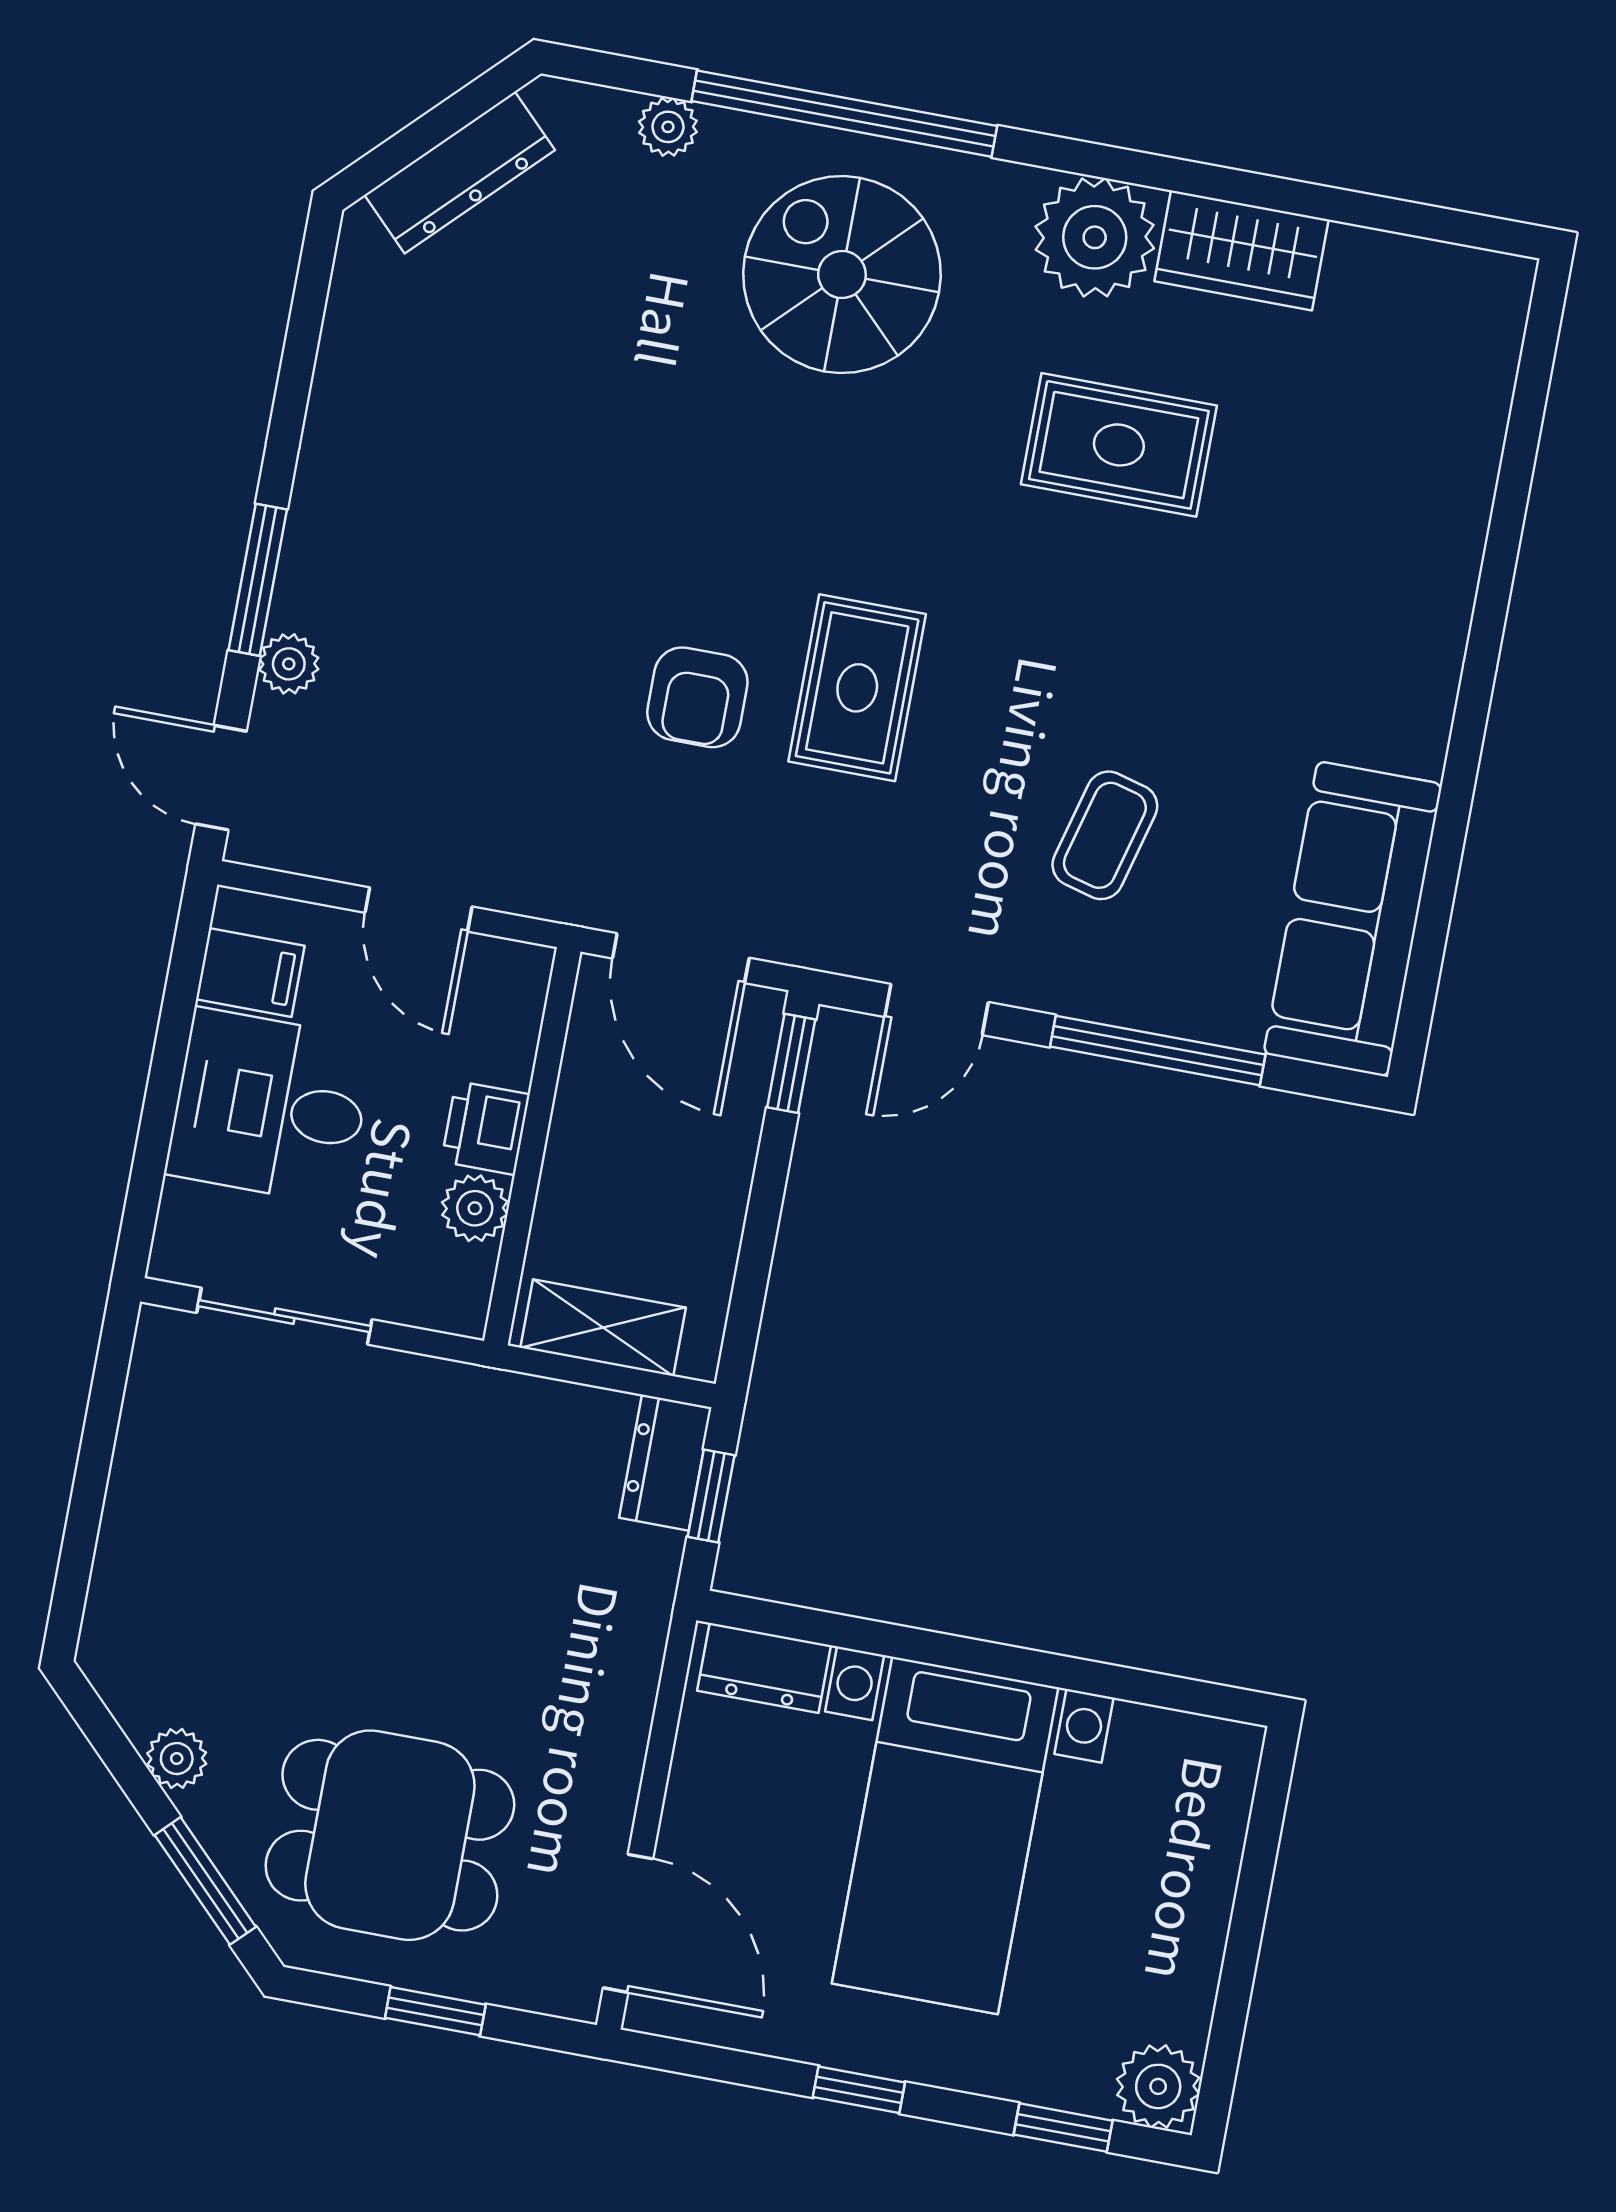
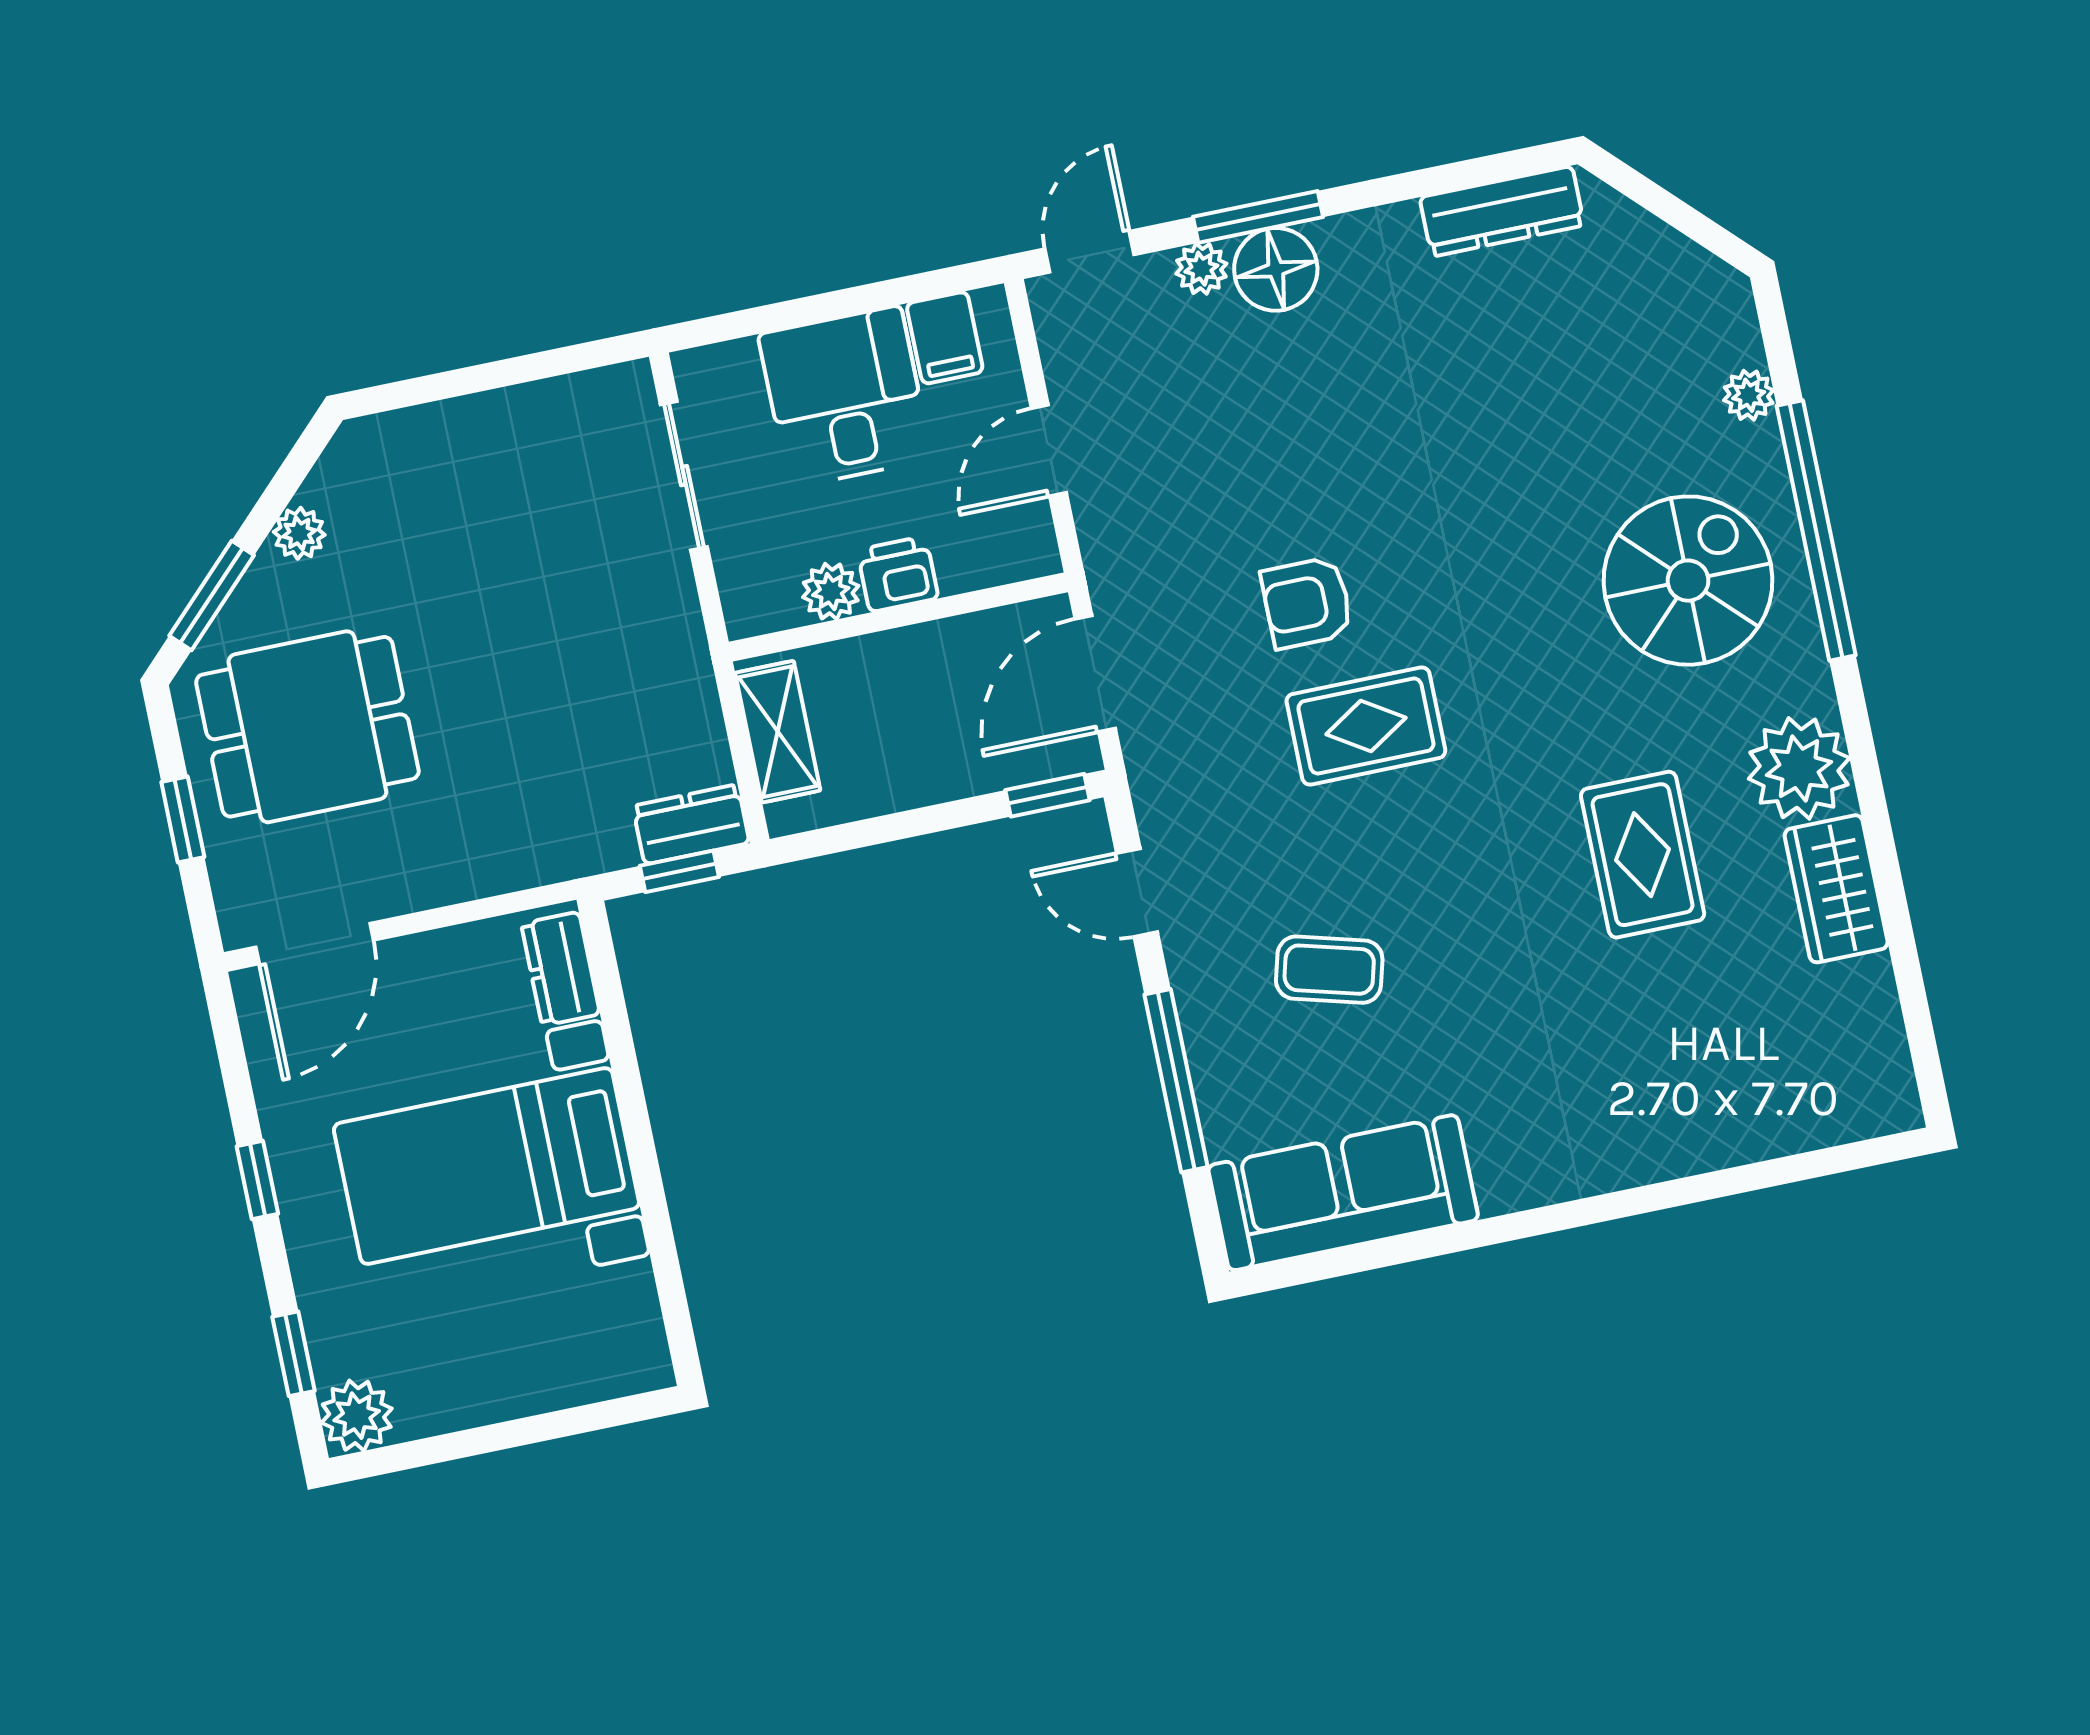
dresser: (460, 172) -> (1502, 211), moved, turned -45
floor lamp: (322, 584) -> (1276, 269), added
dining table: (390, 1835) -> (307, 727), turned 90

